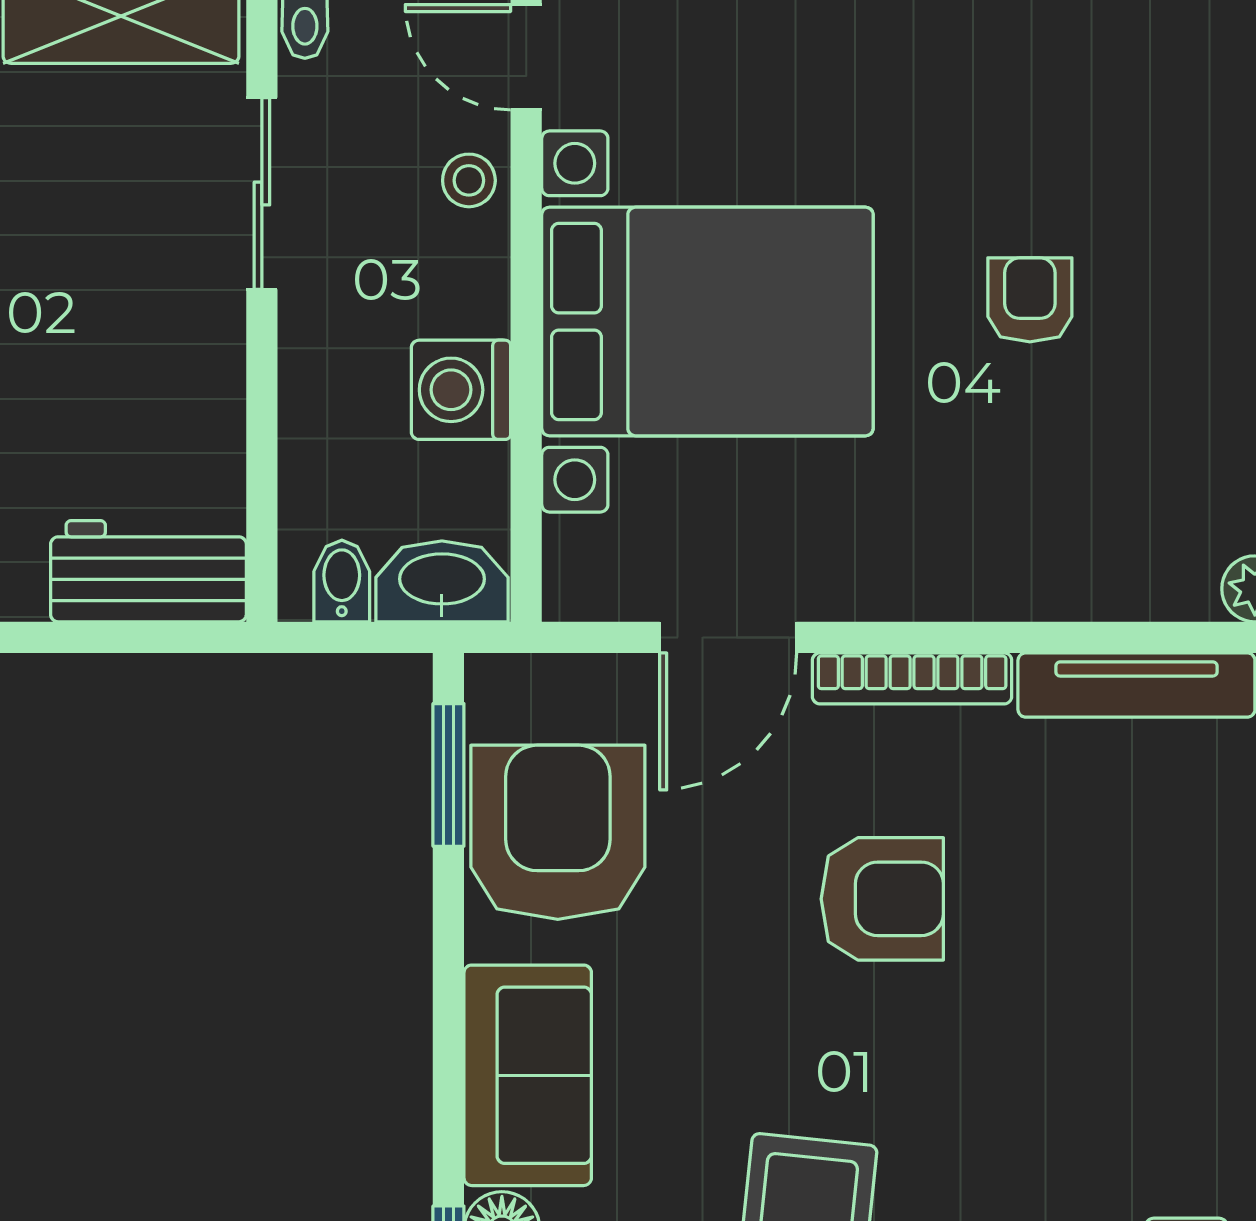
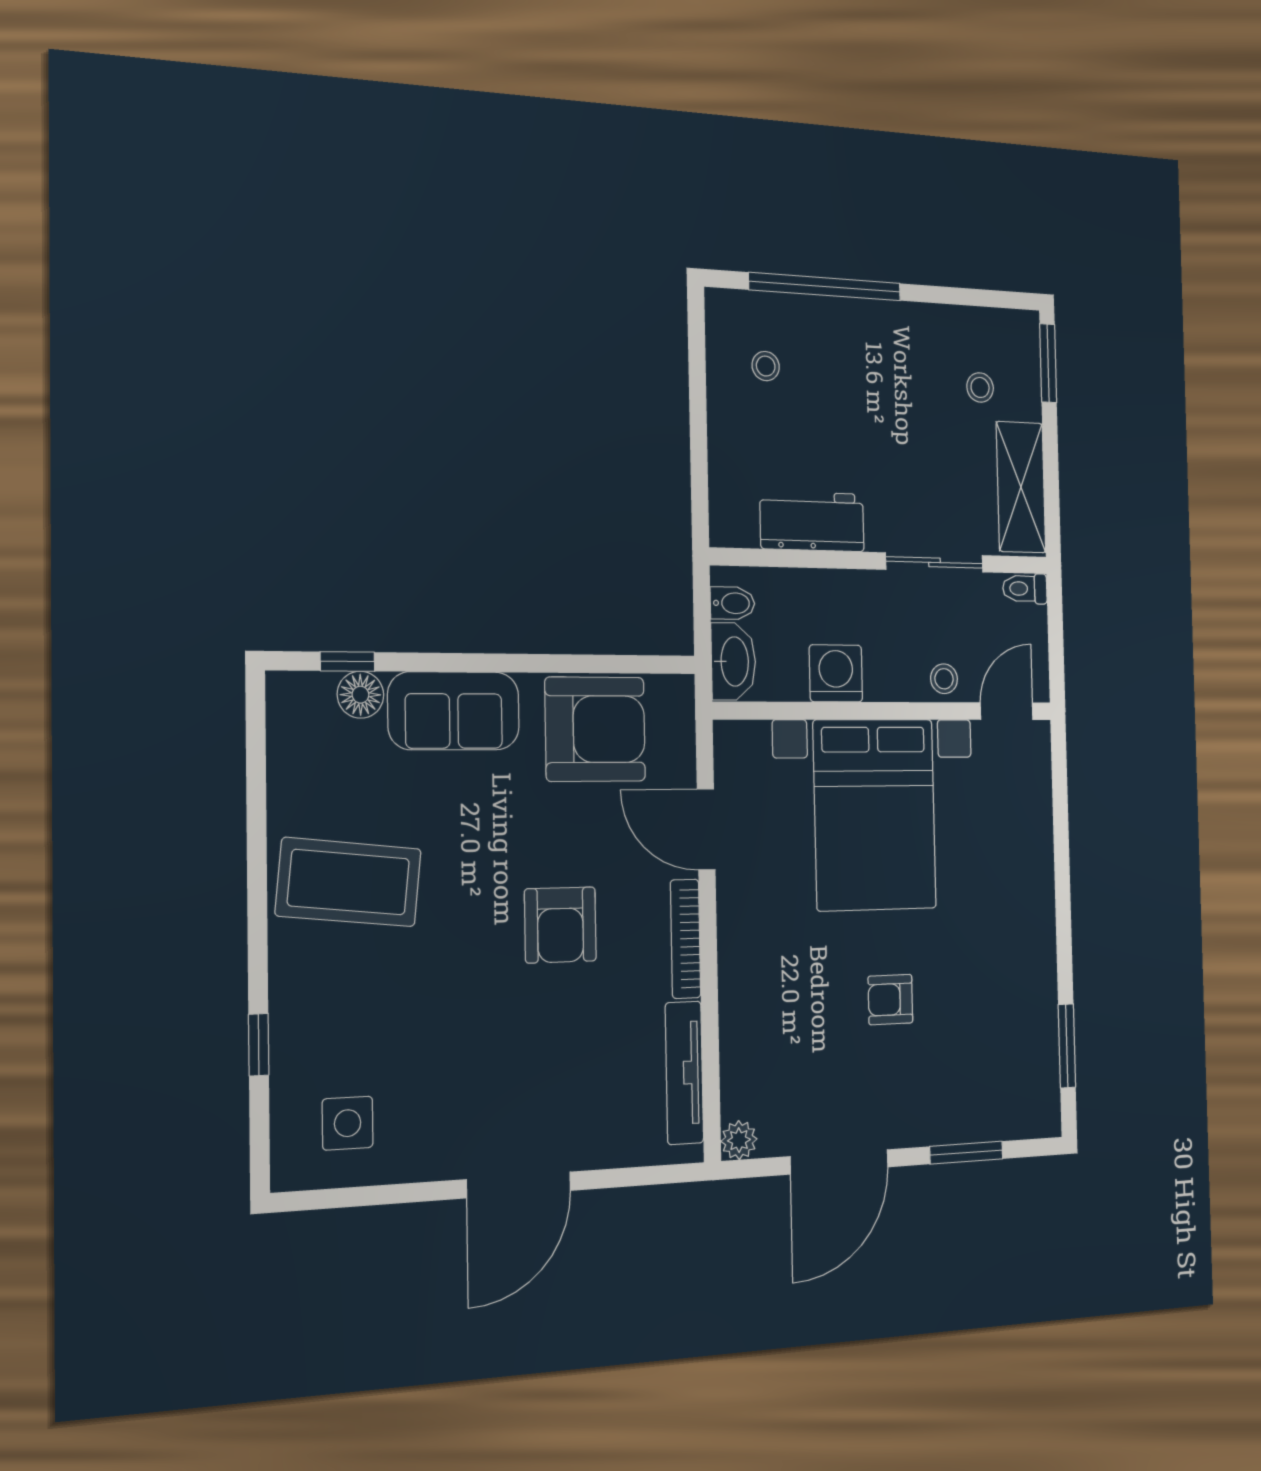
armchair: (1030, 300) -> (890, 1000), turned 180
workbench: (148, 571) -> (812, 521), moved, turned -90
window: (448, 775) -> (627, 664), removed

